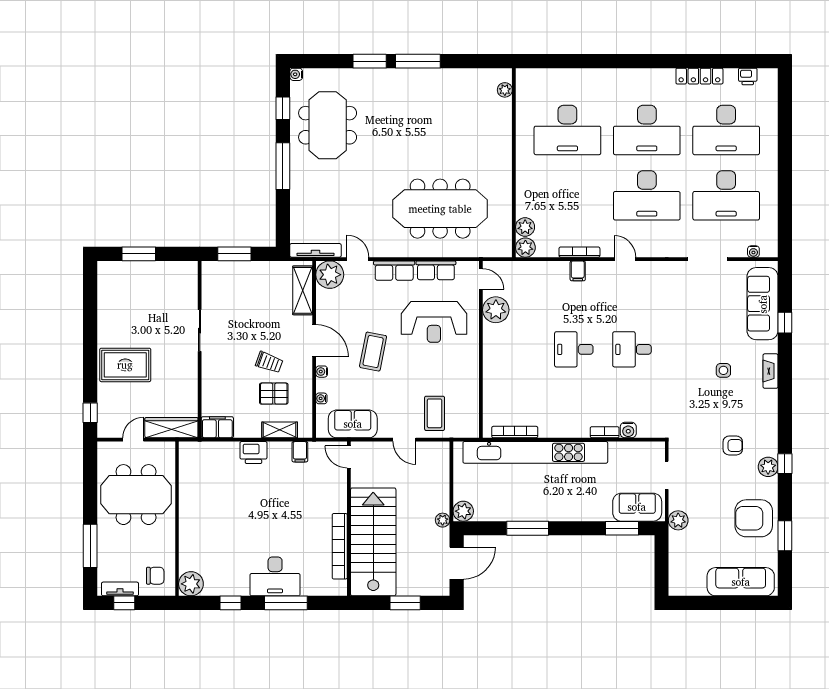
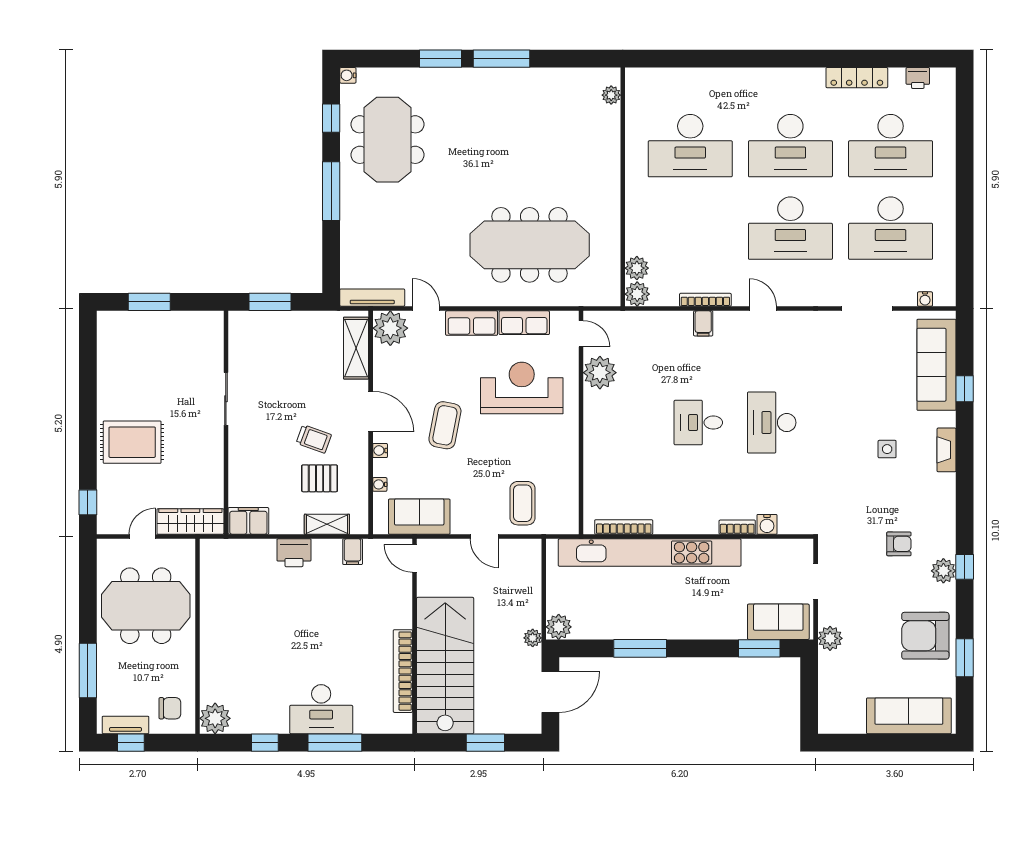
reception desk: (434, 322) -> (522, 388), turned 180
desk: (632, 349) -> (772, 423), width x1.37

